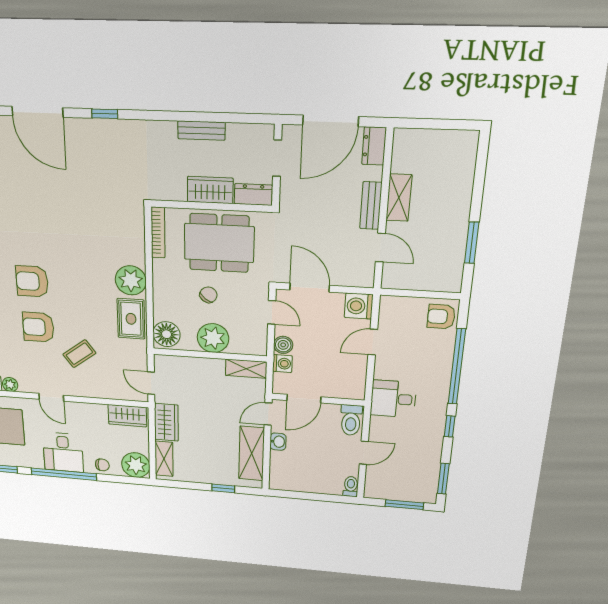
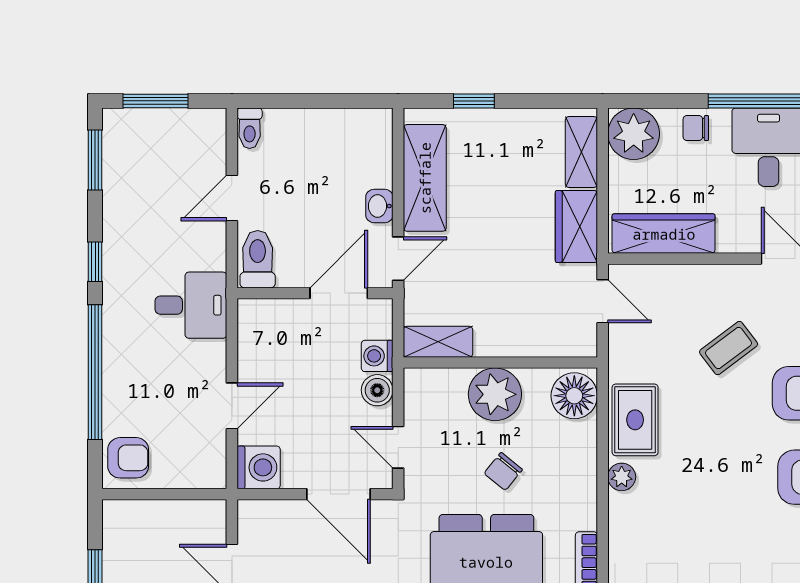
plant: (131, 280) -> (622, 477), width x0.53, depth x0.53
wardrobe: (127, 416) -> (664, 234), width x1.50

